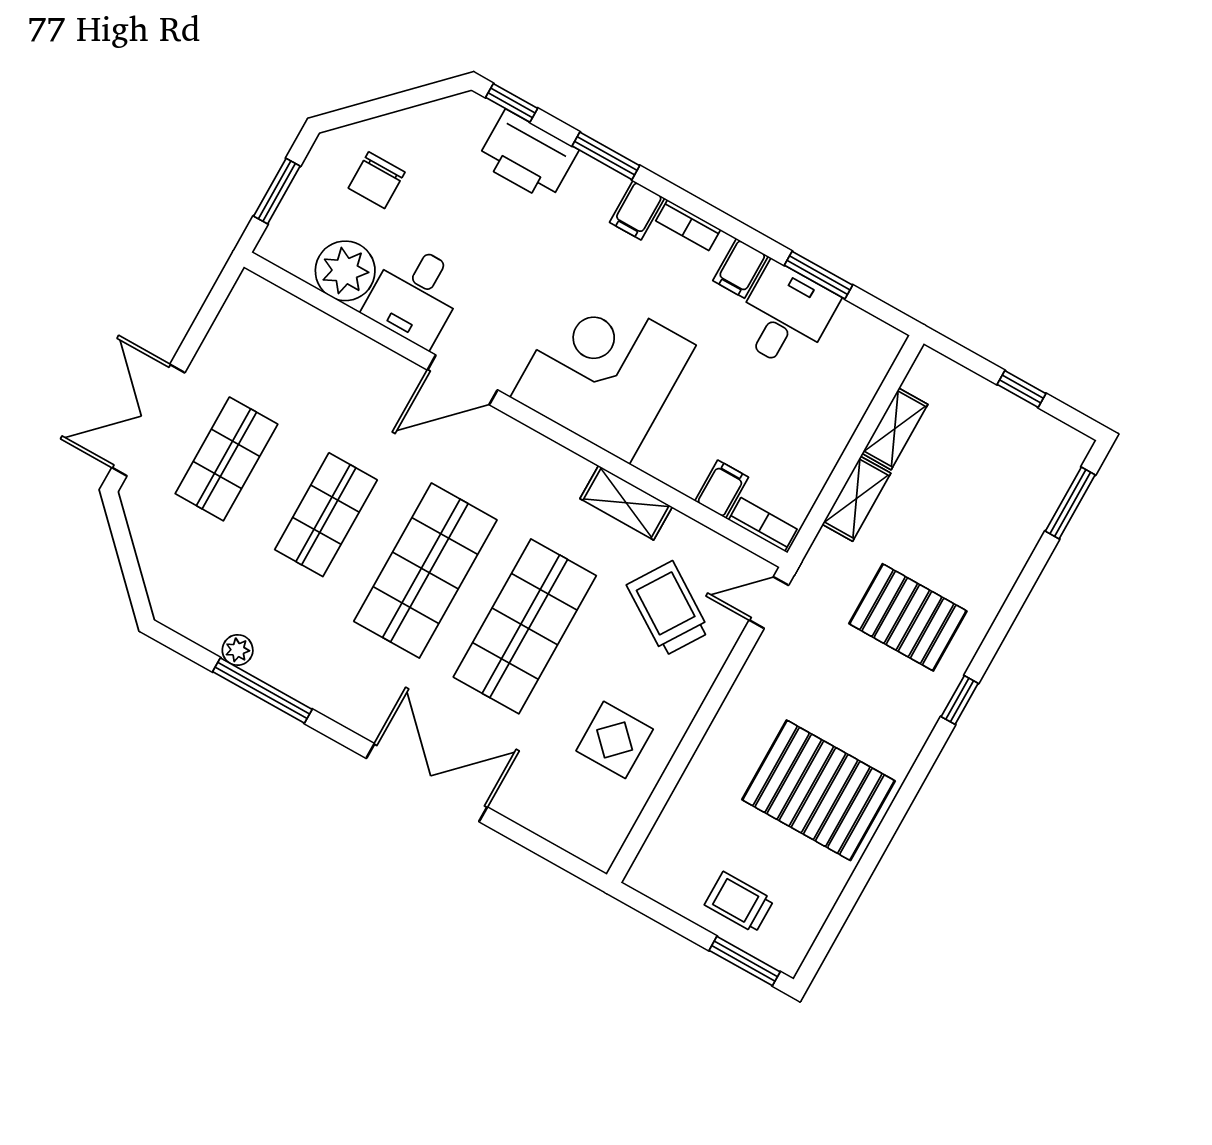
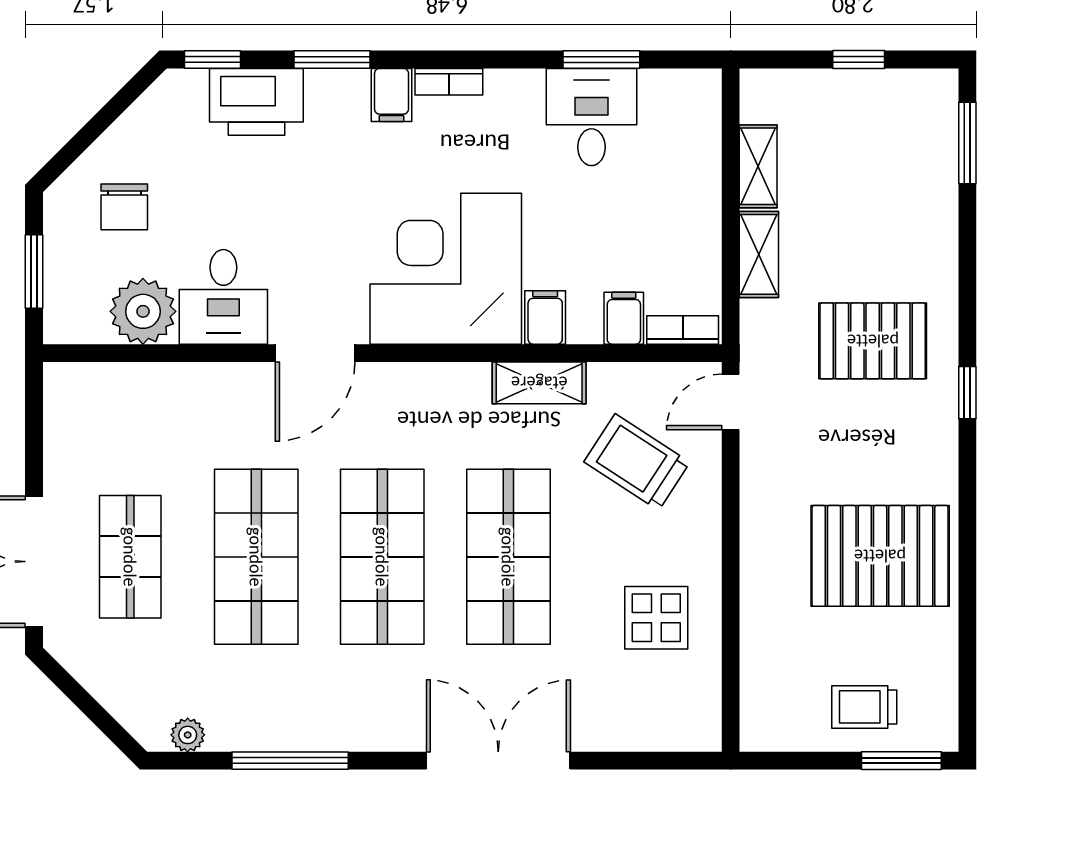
filing cabinet: (741, 268) -> (545, 317), moved, turned 180
shop shelf: (326, 515) -> (256, 557), width x1.43, depth x1.36
plant: (238, 650) -> (188, 735), moved

